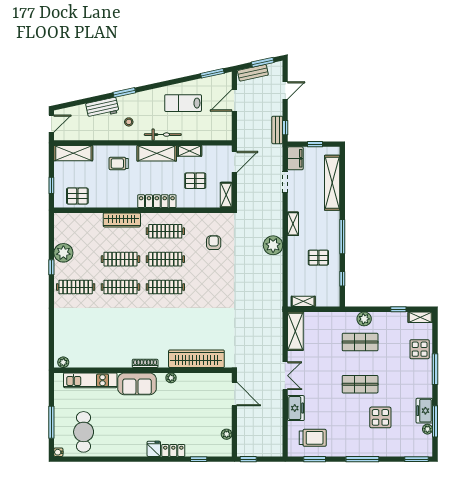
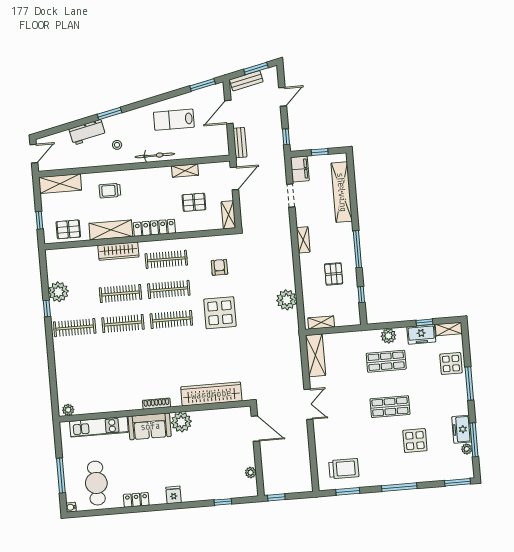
bench: (277, 130) -> (240, 143), moved
shelving: (157, 153) -> (111, 230), moved
plant: (273, 245) -> (287, 300), moved
pallet: (318, 258) -> (334, 274), turned 90
display table: (211, 285) -> (220, 313), added
plant: (171, 378) -> (181, 422), width x1.87, depth x1.87
freezer: (296, 408) -> (421, 334), moved, turned 90
locker: (173, 451) -> (136, 500), moved

